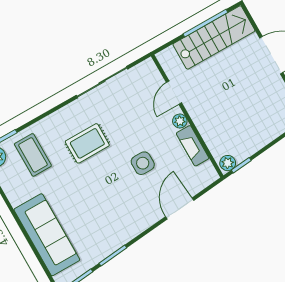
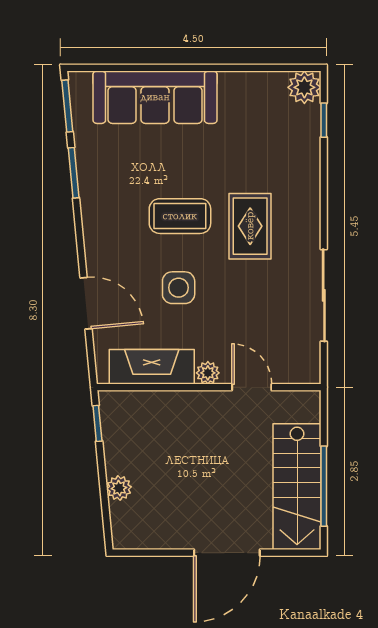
fireplace: (193, 146) -> (152, 367), width x1.37, depth x1.32
coffee table: (33, 155) -> (180, 216), moved
plant: (228, 163) -> (119, 488), moved

